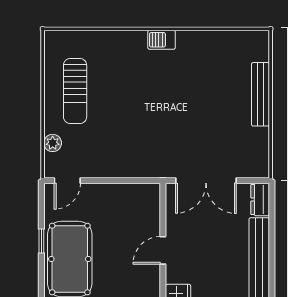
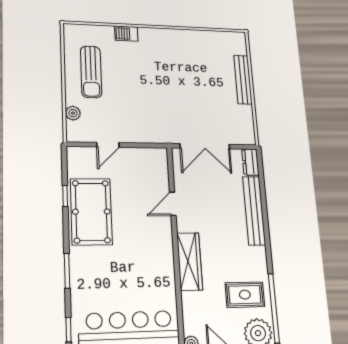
barbecue: (161, 40) -> (126, 34), moved
door: (67, 181) -> (108, 145), moved

